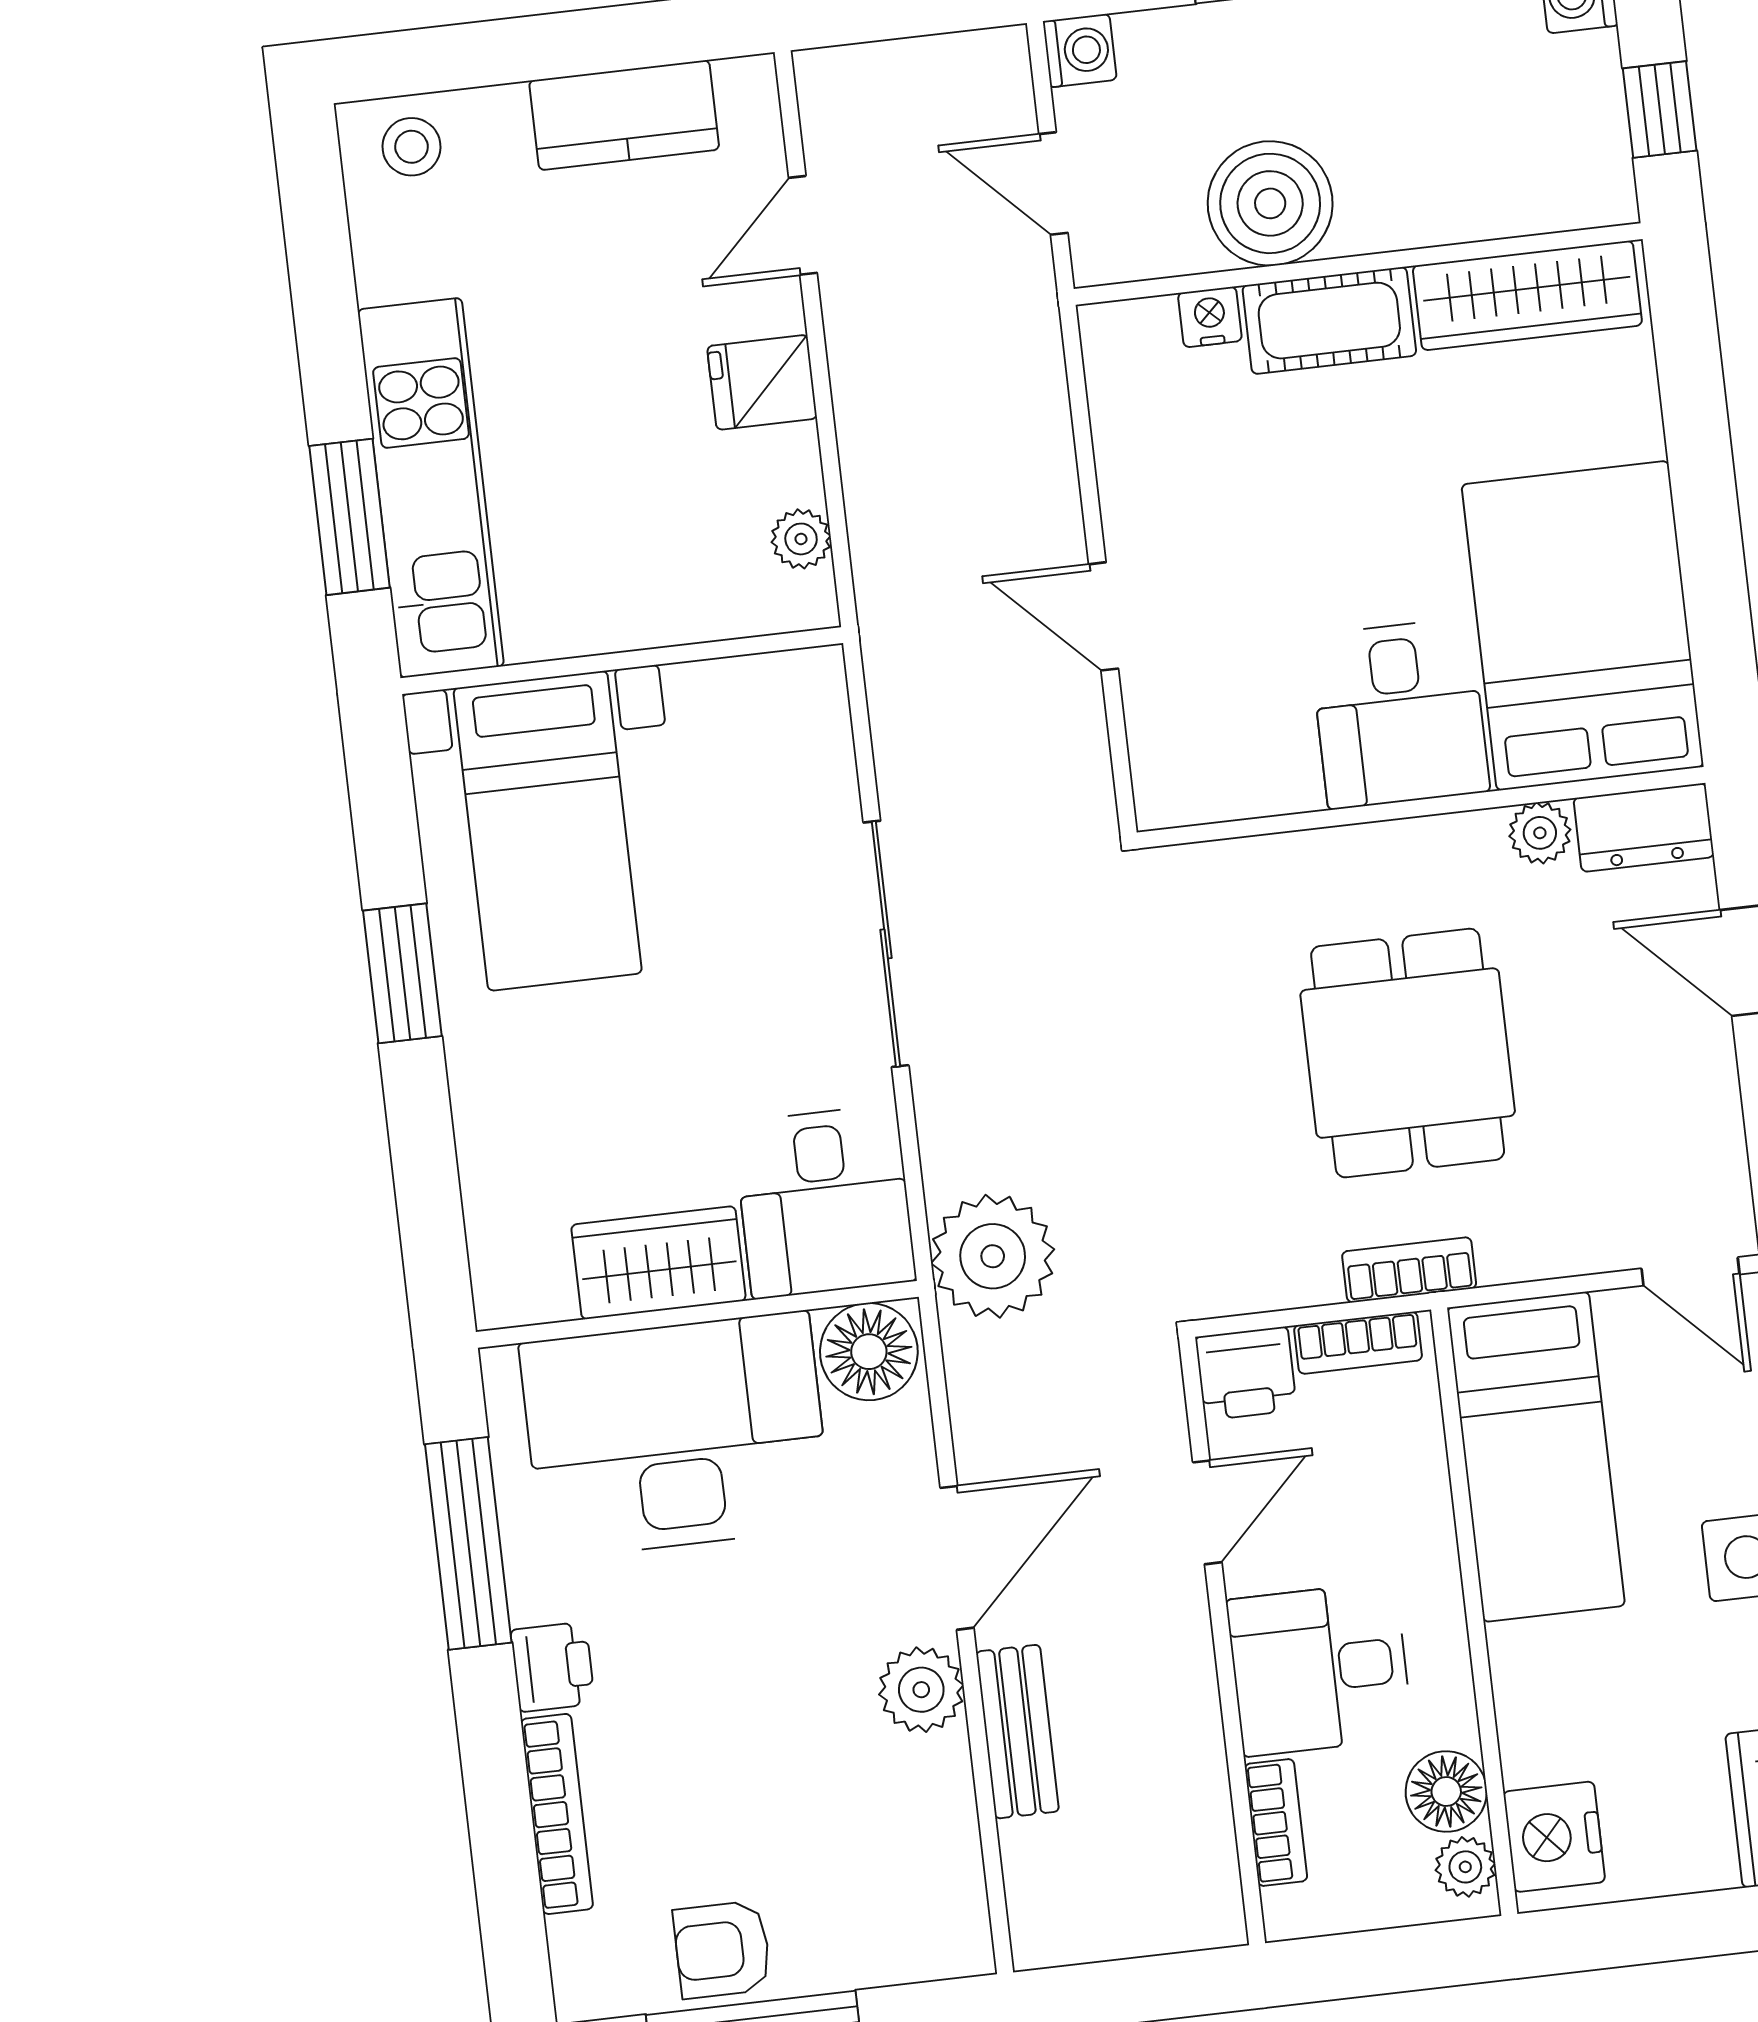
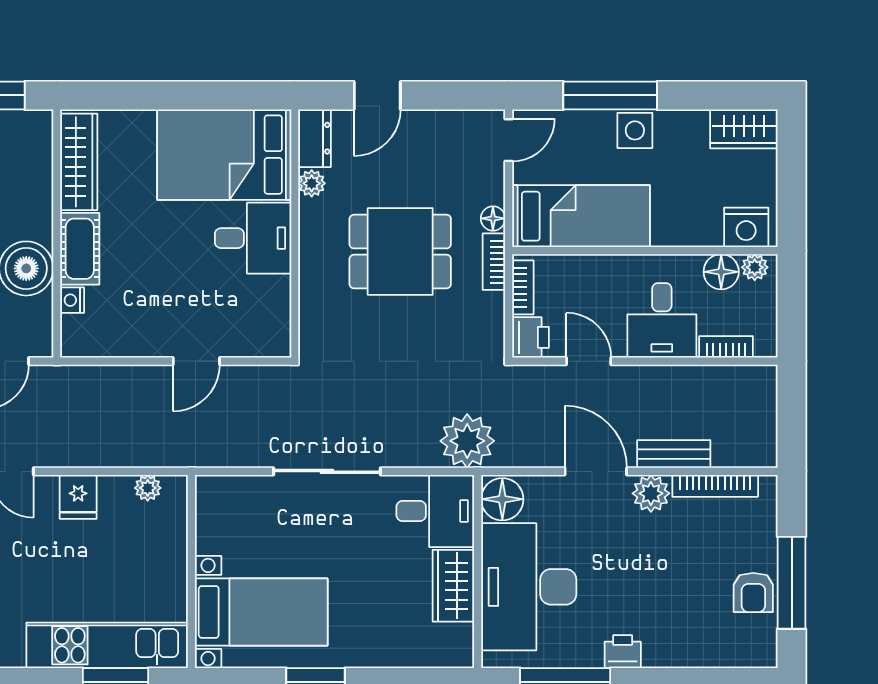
floor lamp: (1508, 1256) -> (493, 218), added
bookcase: (557, 1814) -> (715, 486), moved, turned 180

